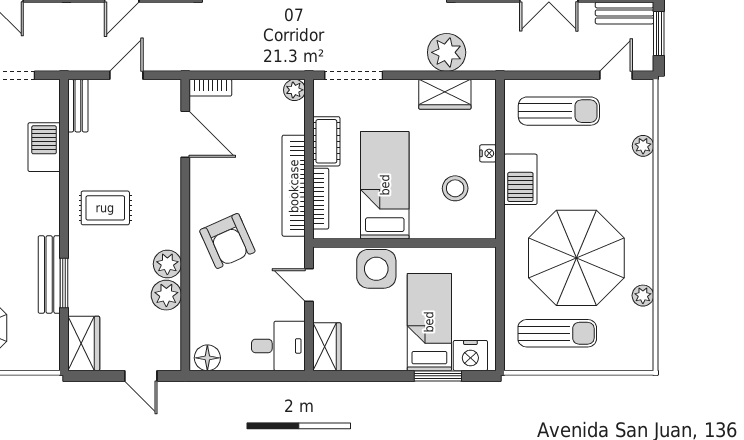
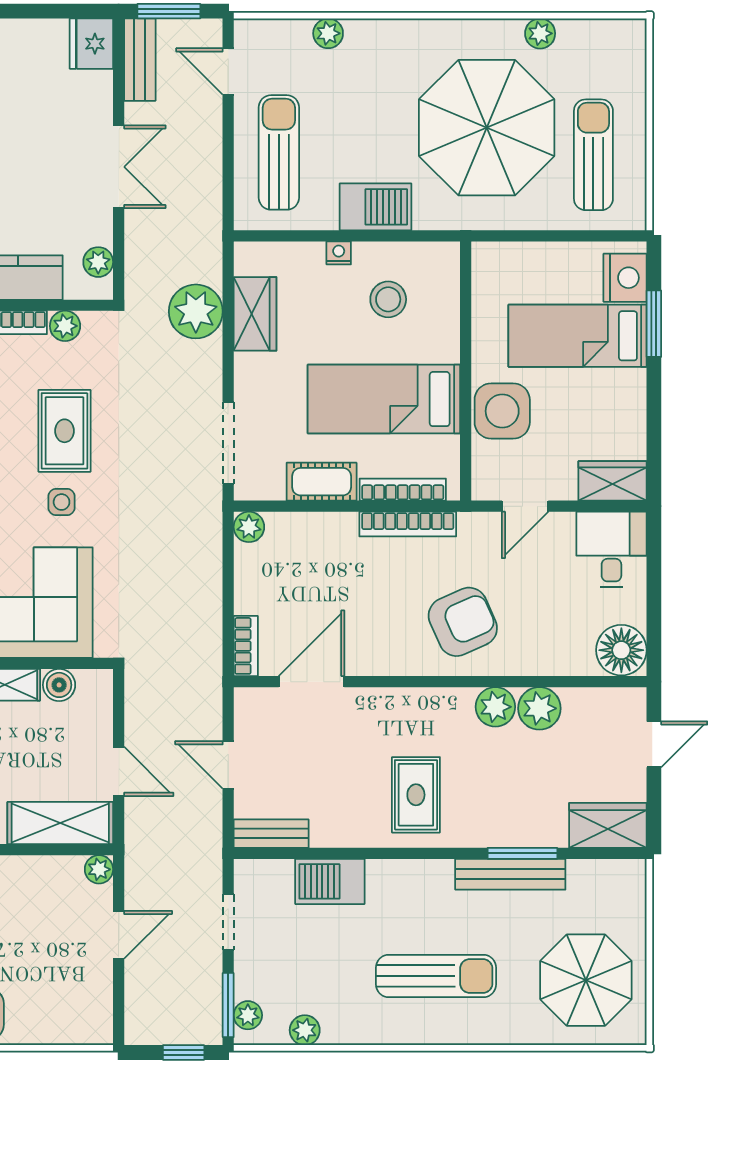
bookcase: (294, 186) -> (408, 524), width x0.68, depth x0.76
floor lamp: (207, 358) -> (621, 650), width x1.38, depth x1.38

